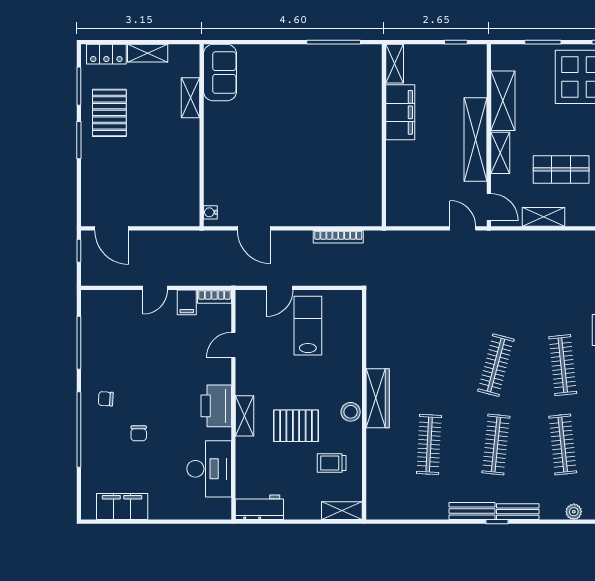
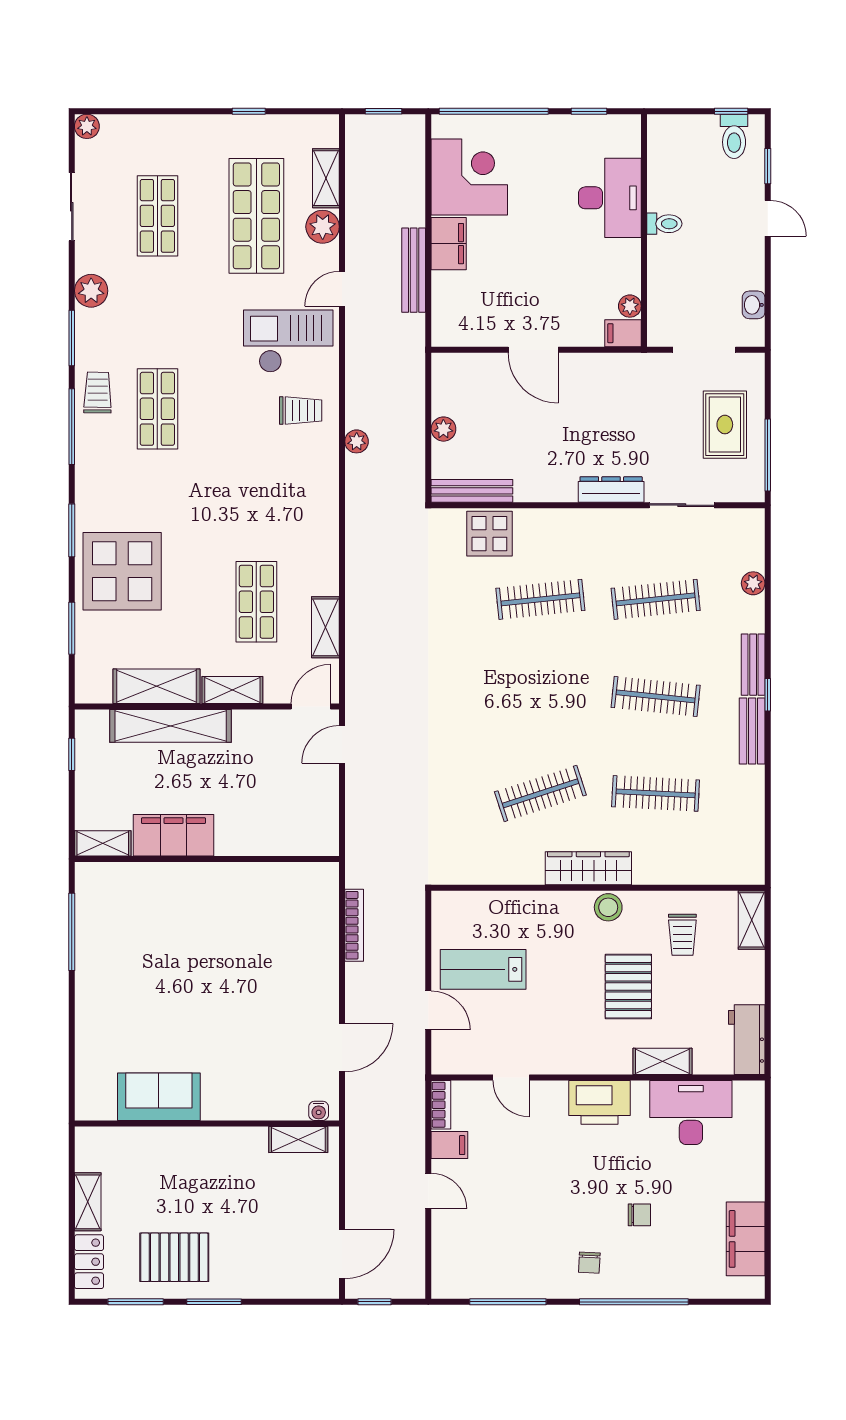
sofa: (220, 73) -> (159, 1097), moved
shelving: (191, 98) -> (298, 1140), moved
shelving: (476, 140) -> (171, 726), moved
clothes rail: (496, 365) -> (540, 793), moved, turned -33
shelving: (244, 416) -> (662, 1061), moved

